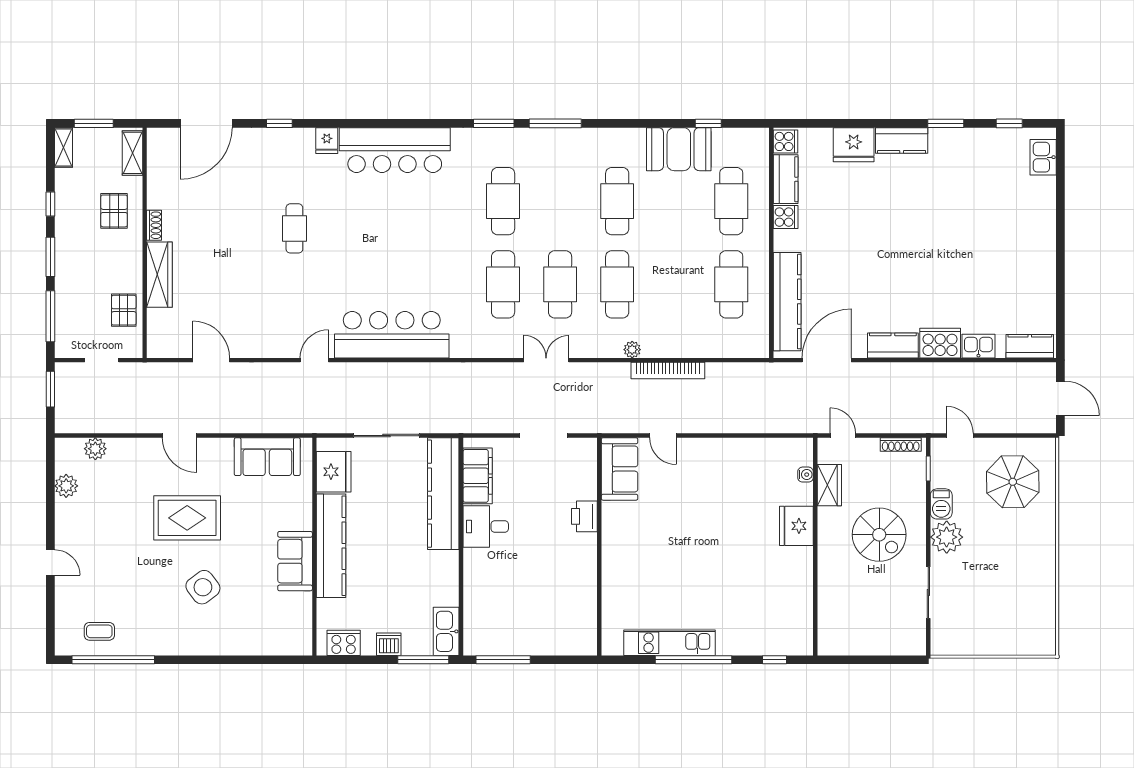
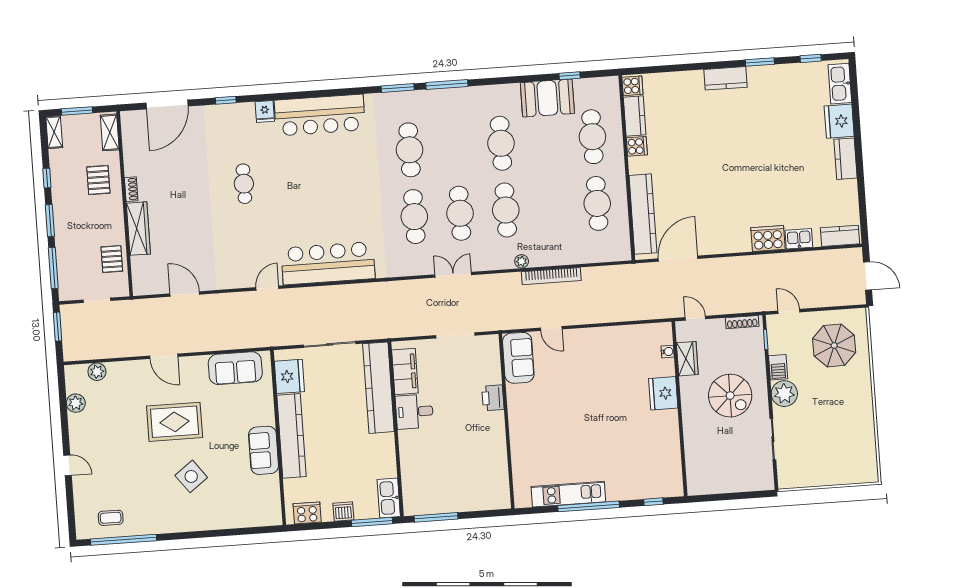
fridge: (854, 145) -> (839, 121), moved, turned 90
kitchen sink: (1043, 157) -> (840, 84), width x1.38
kitchen counter: (893, 345) -> (846, 159), moved, turned -90

